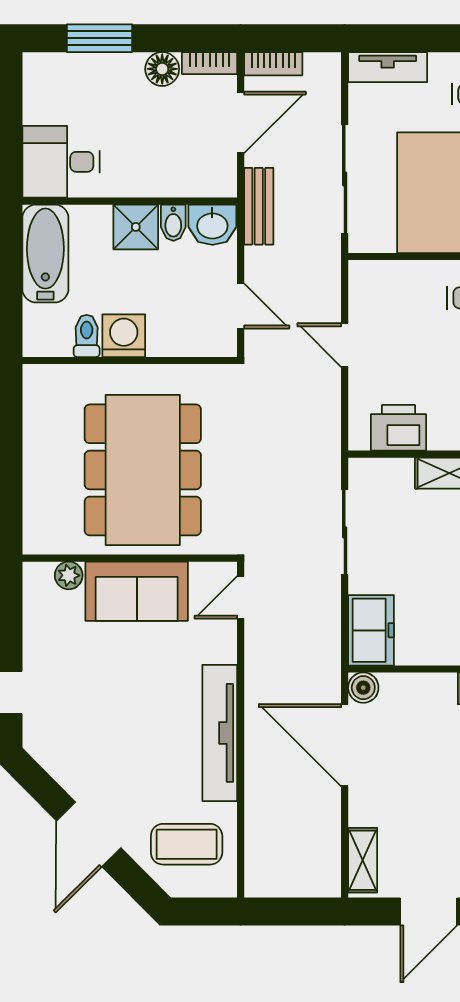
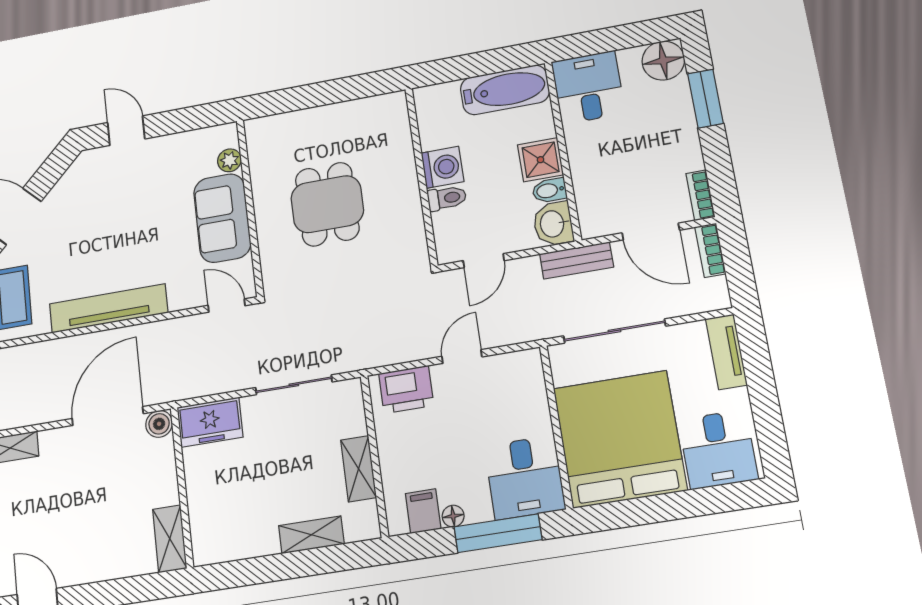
floor lamp: (162, 69) -> (663, 61), moved, width x1.38, depth x1.38
toilet: (87, 336) -> (447, 198), moved
printer: (398, 428) -> (406, 390), moved, turned 90
dining table: (143, 470) -> (327, 204), width x0.53, depth x0.80

